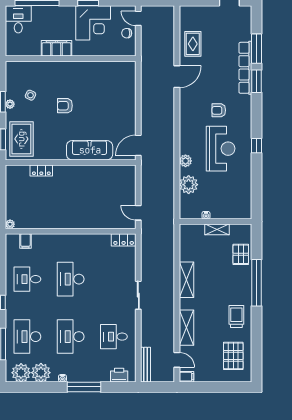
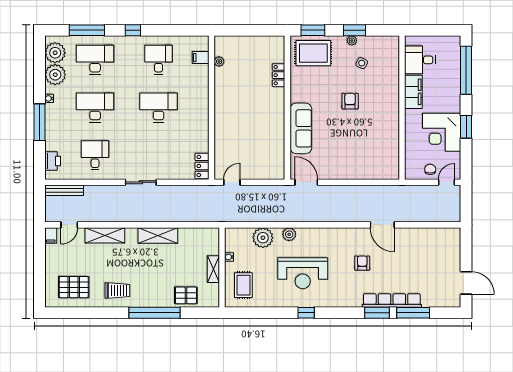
desk: (18, 19) -> (420, 60), moved, turned 180
rug: (193, 44) -> (243, 285), moved, turned 90
armchair: (219, 110) -> (362, 263), moved
plant: (10, 224) -> (219, 61), moved

